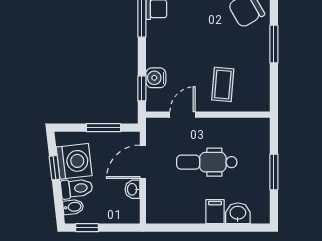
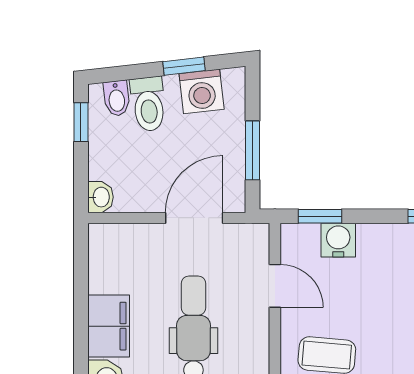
washing machine: (74, 161) -> (202, 91), width x0.73, depth x0.73
door: (143, 162) -> (194, 218), hinge flipped
washbasin: (132, 189) -> (100, 197), moved, turned 90
filing cabinet: (215, 212) -> (109, 326), width x2.00

